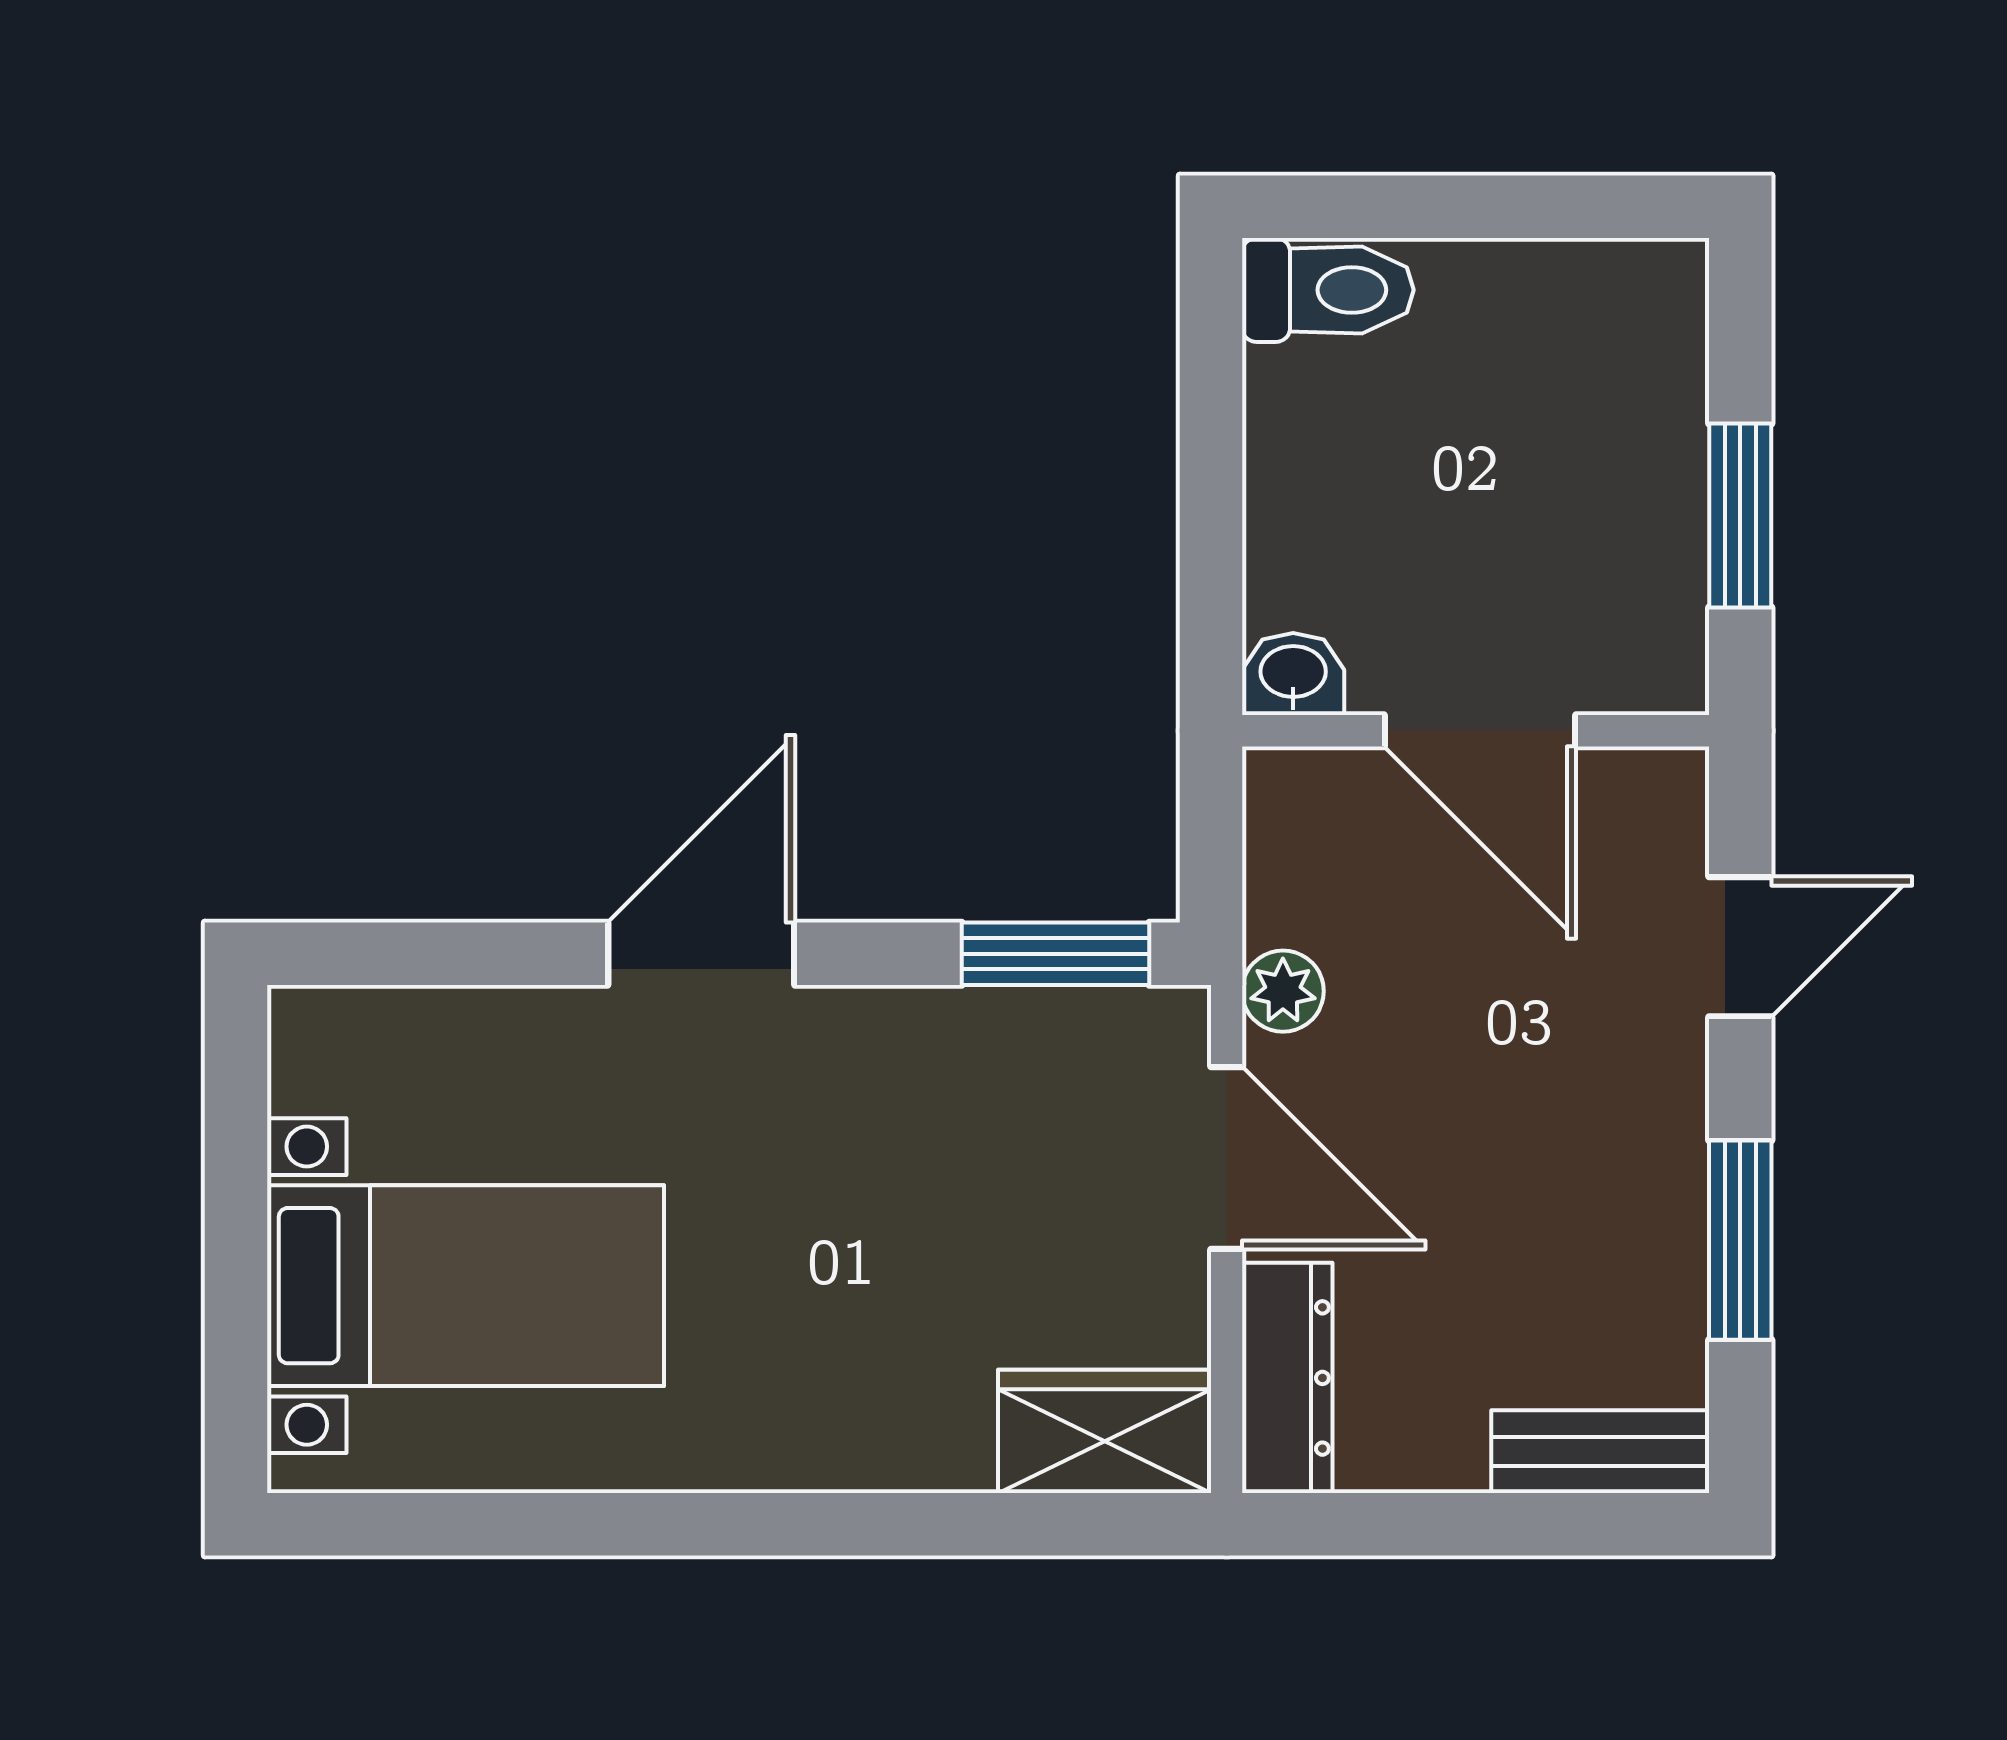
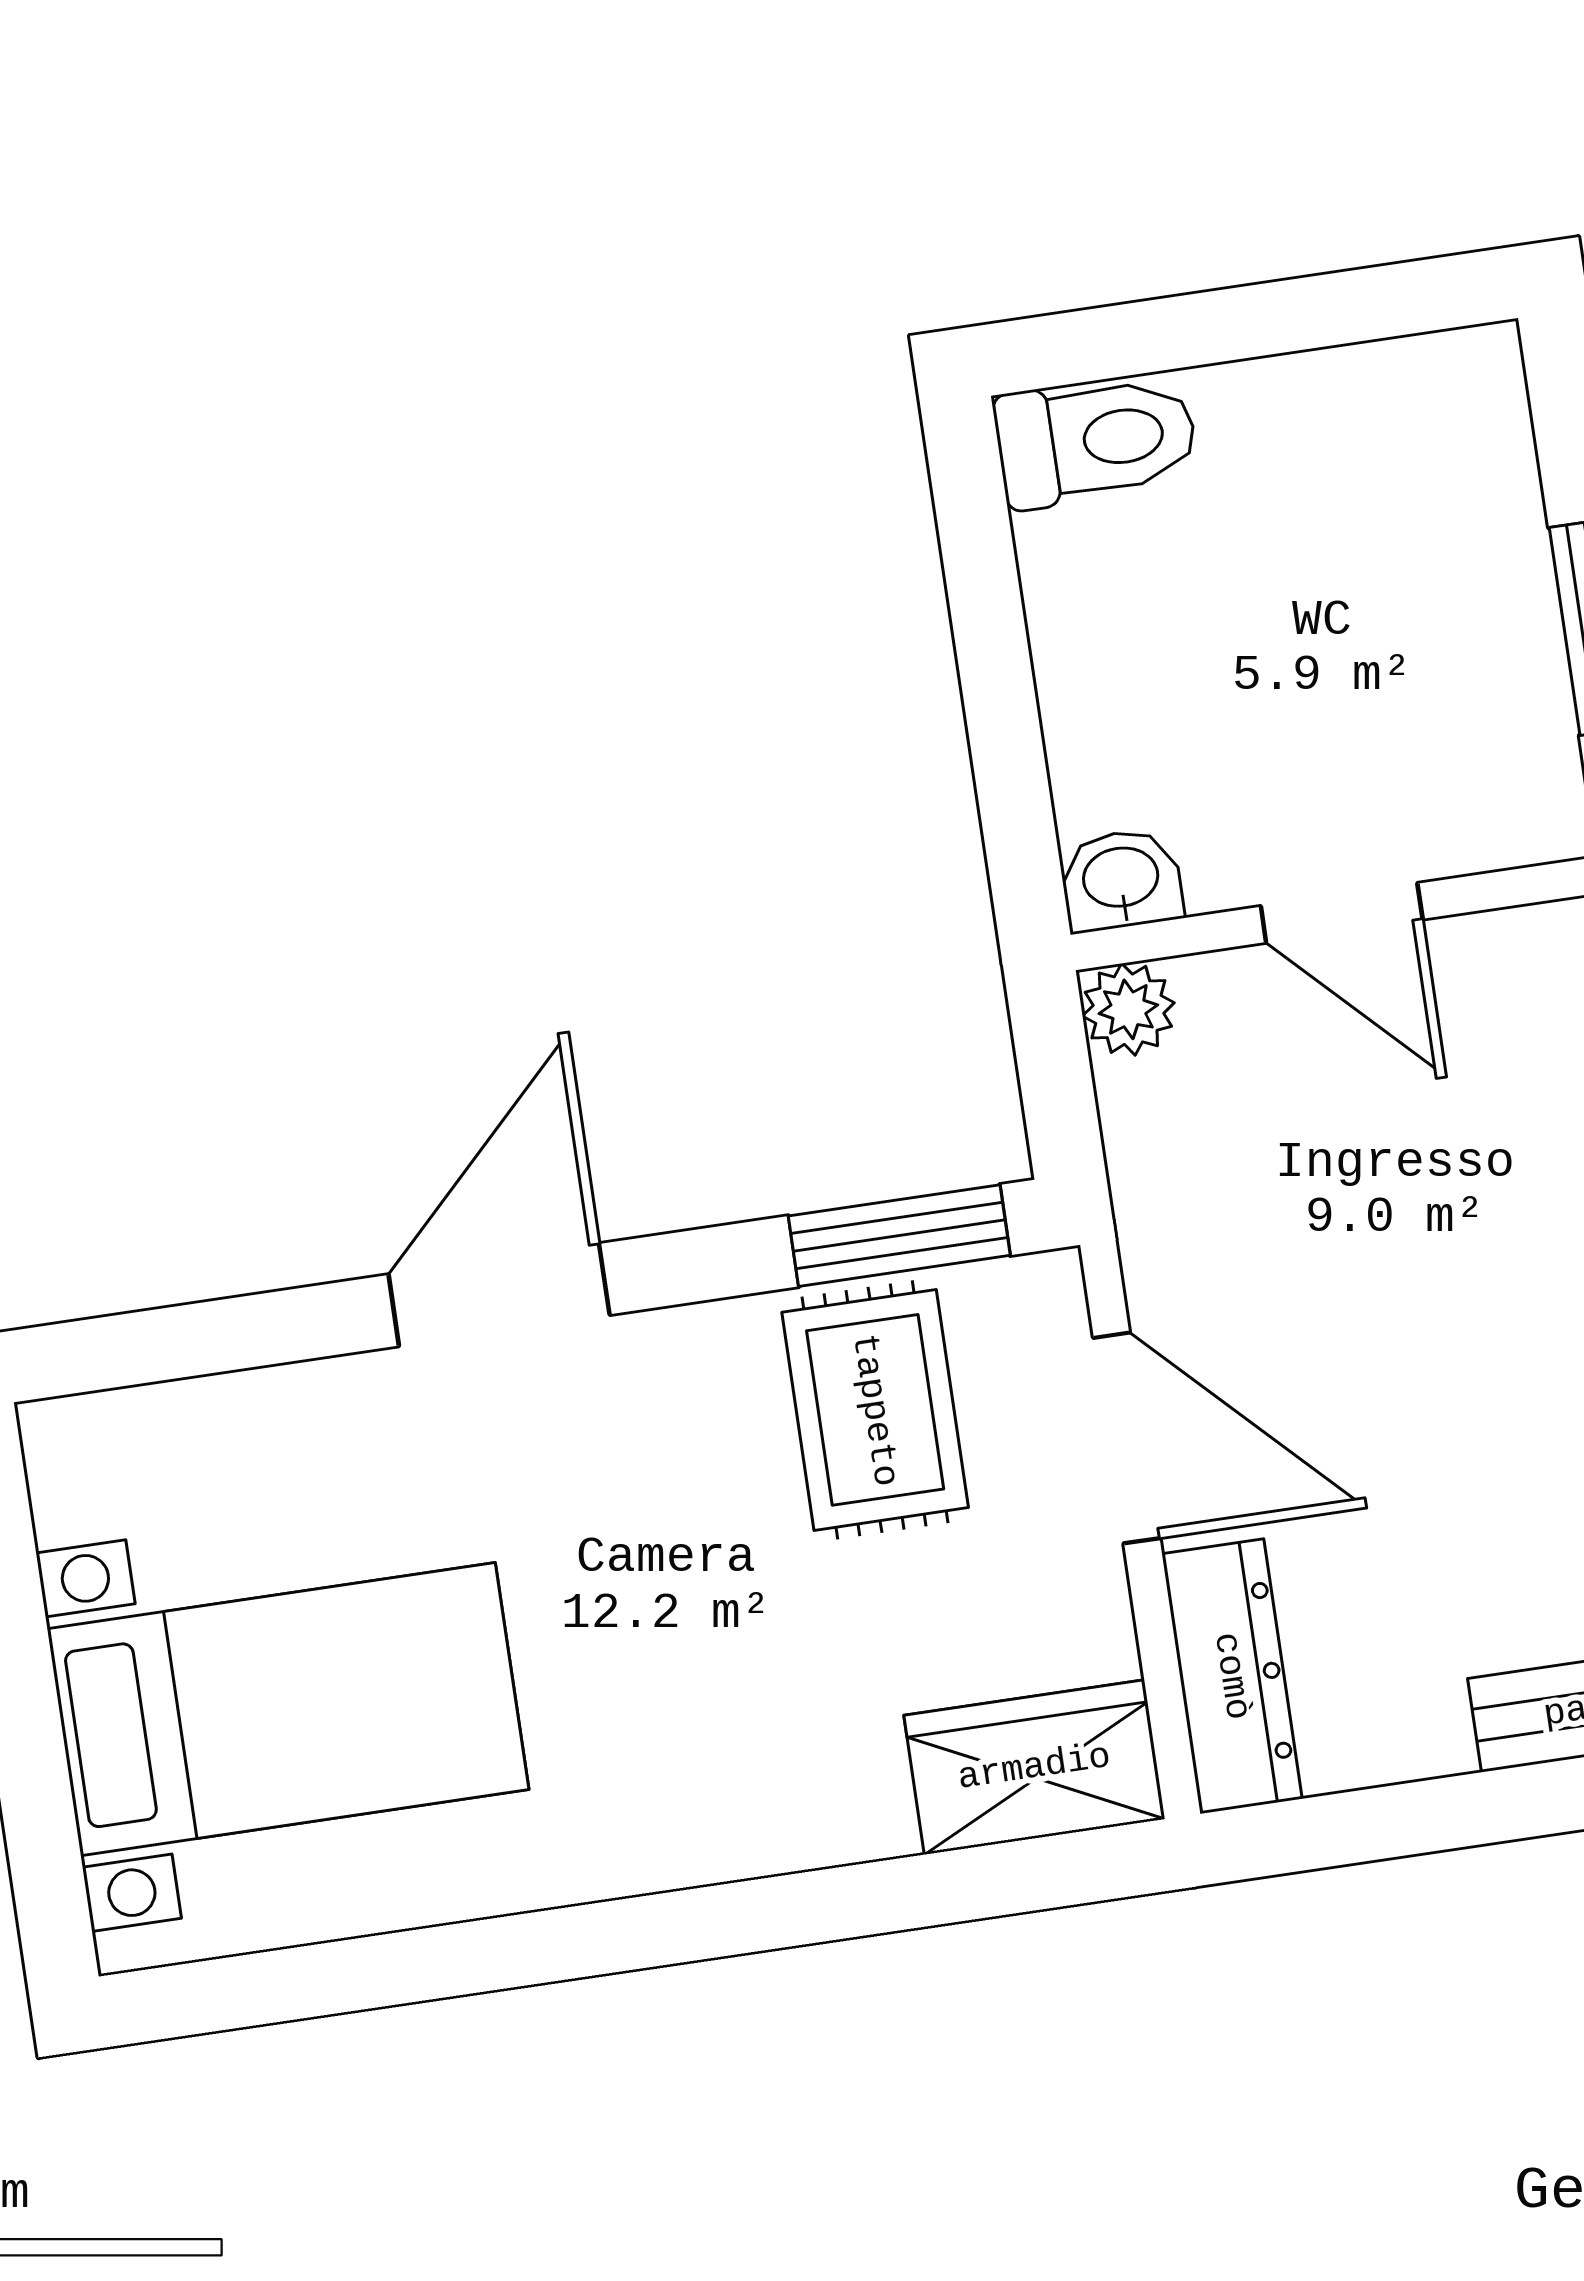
door: (1480, 731) -> (1342, 913), width x0.73
plant: (1283, 991) -> (1128, 1009), moved
rug: (1012, 1102) -> (875, 1410), added

